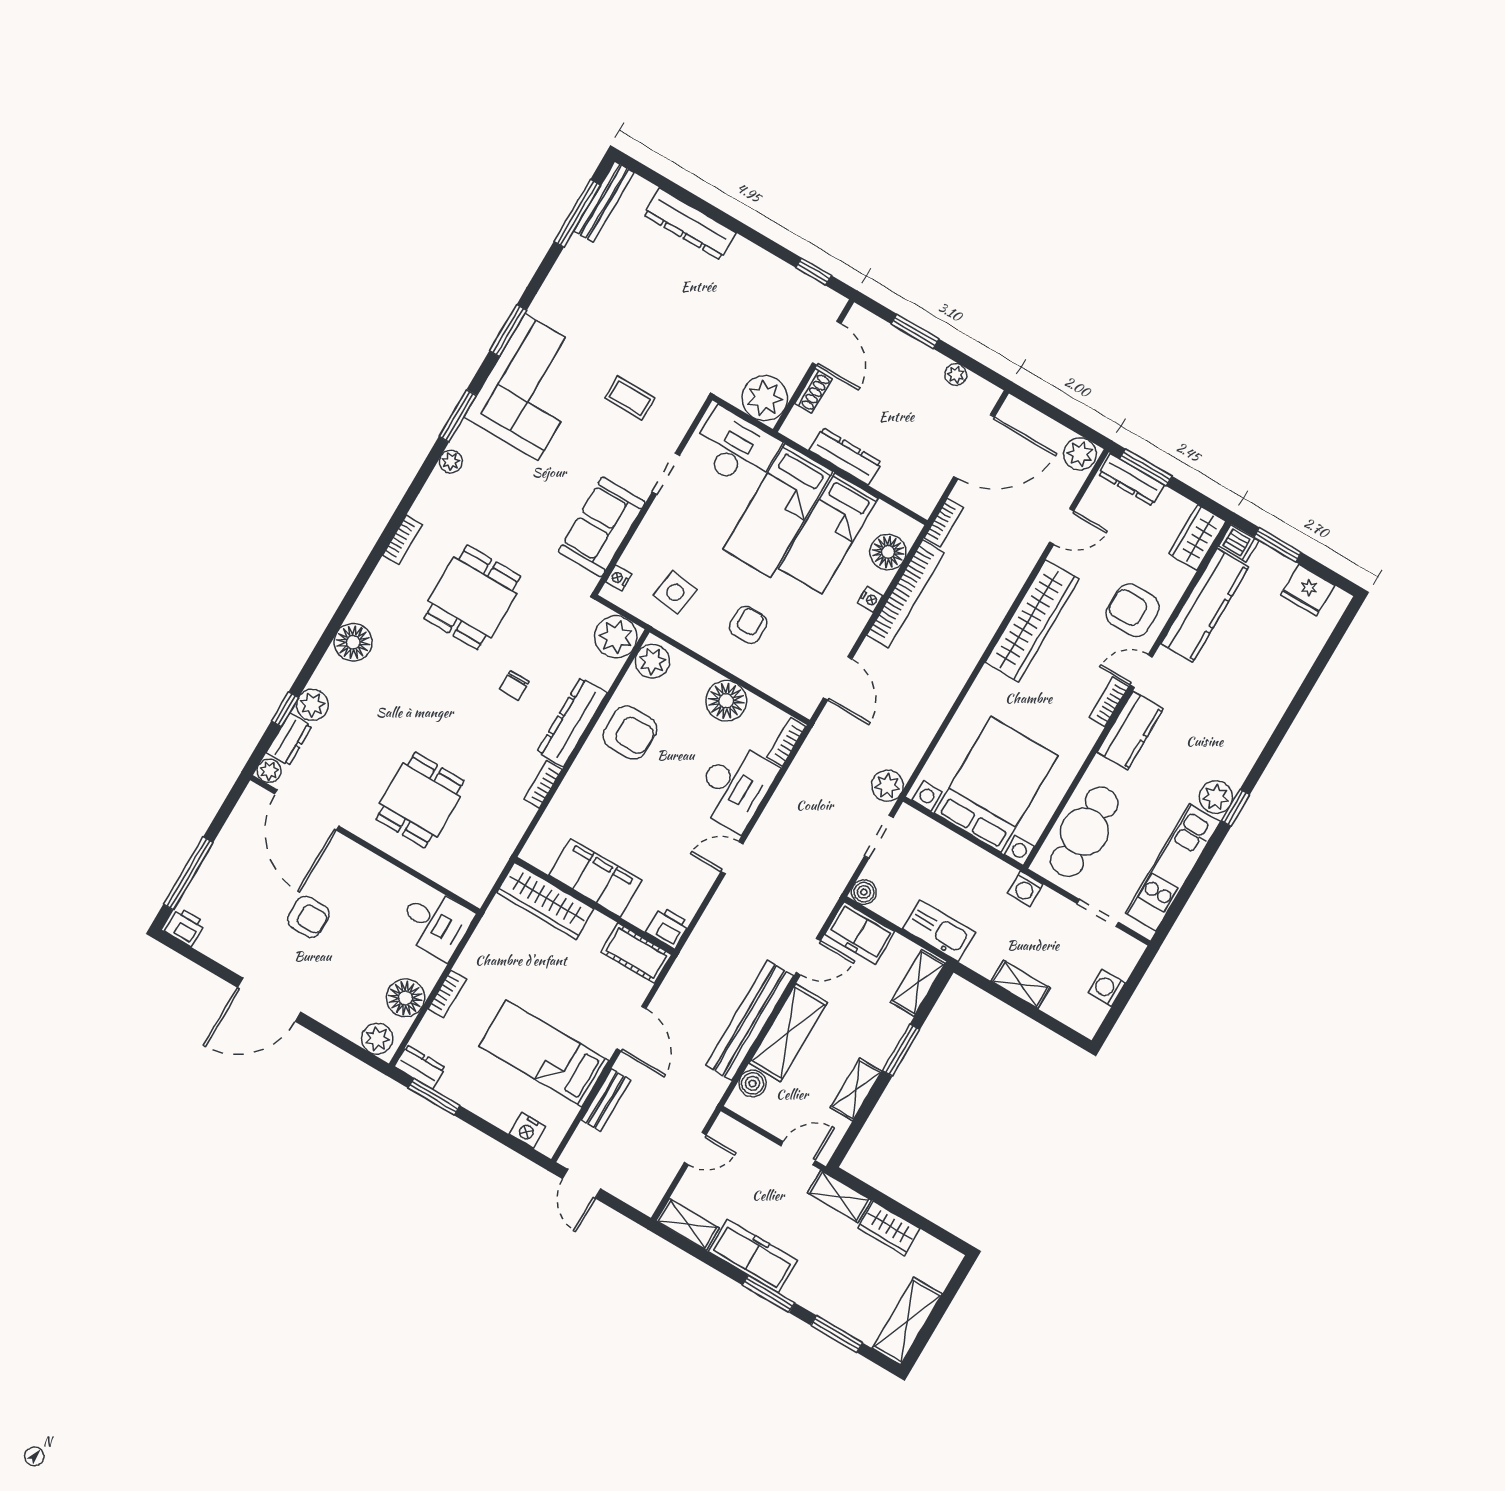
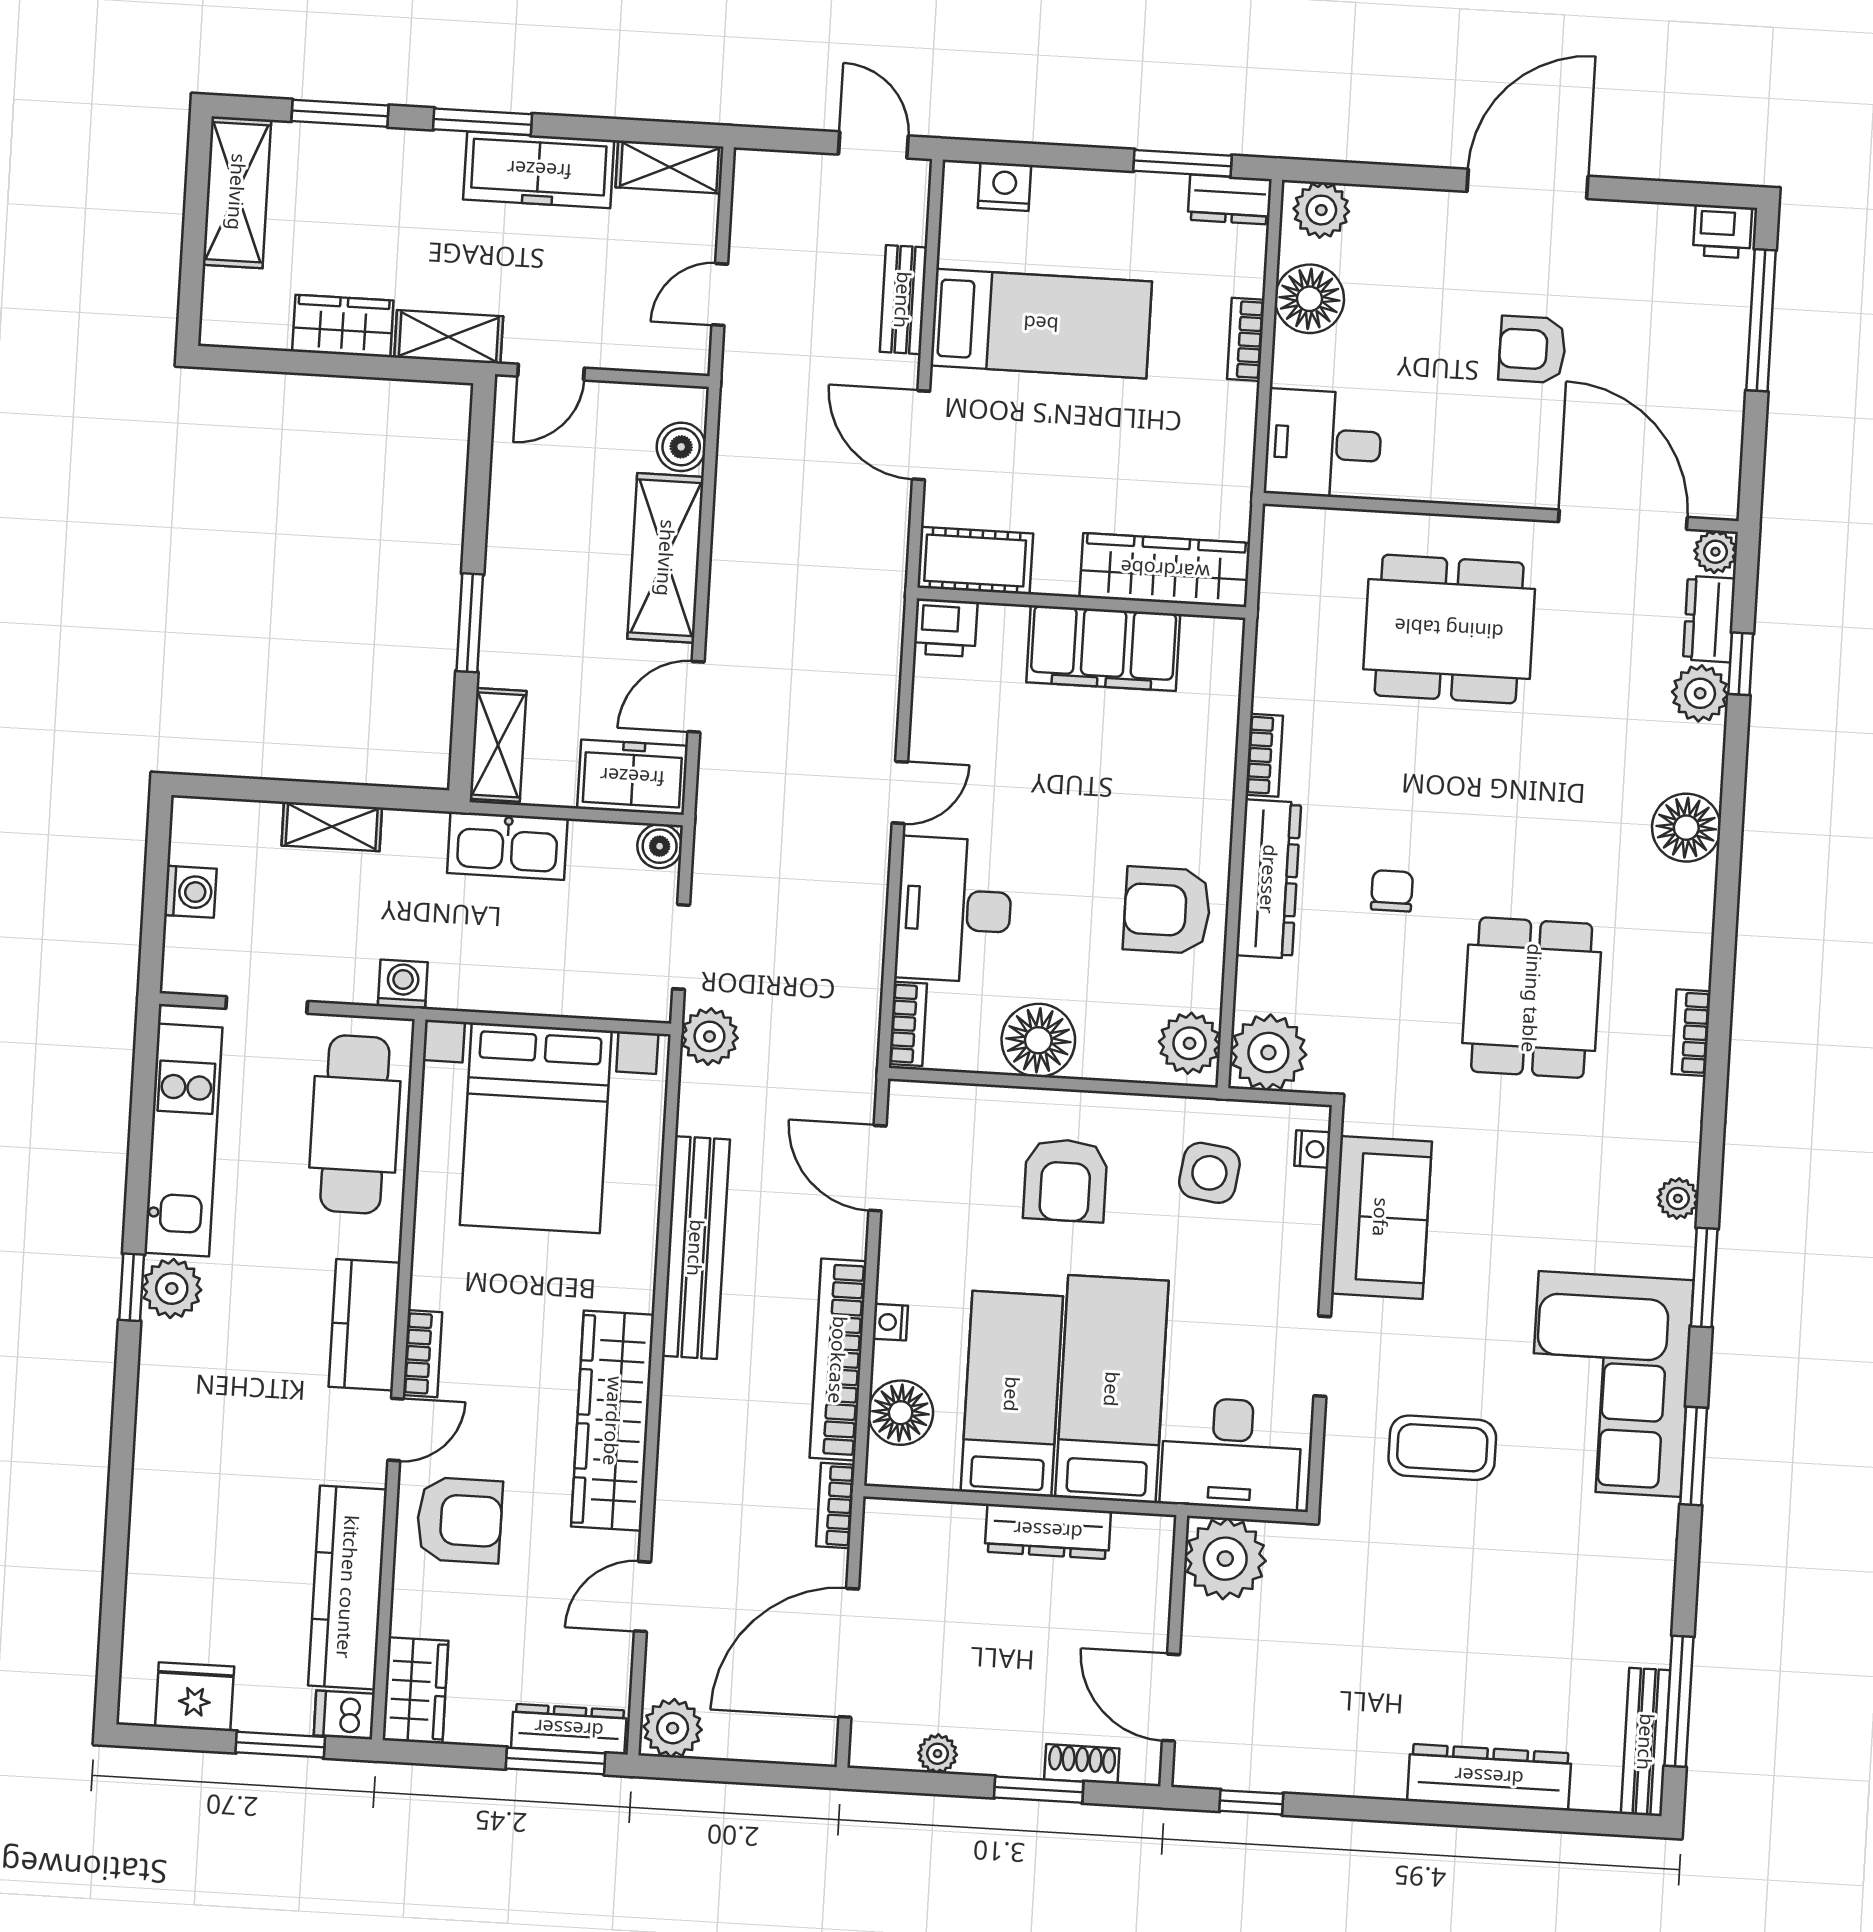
shoe rack: (813, 391) -> (1082, 1764), moved, turned 90
coffee table: (630, 398) -> (1442, 1448), width x1.36, depth x1.30
armchair: (748, 625) -> (1065, 1180), width x1.38, depth x1.38
dining table: (420, 800) -> (1449, 629), width x1.38
bench: (750, 1021) -> (696, 1248), moved
shelving: (856, 1089) -> (510, 522), removed

